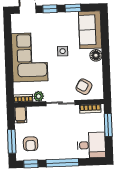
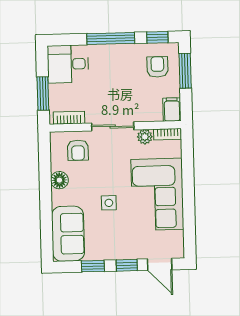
floor lamp: (96, 55) -> (59, 180), moved
armchair: (84, 87) -> (78, 150), turned 59

